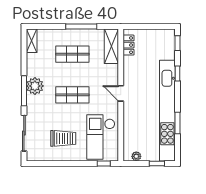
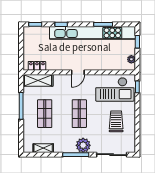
shelving: (32, 41) -> (43, 148), moved
plant: (35, 86) -> (83, 145), moved

